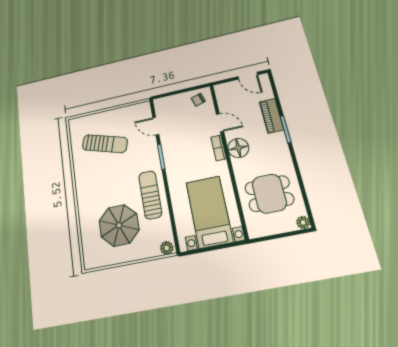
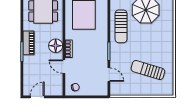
door: (248, 76) -> (37, 97), hinge flipped
piano: (271, 116) -> (29, 43), moved

